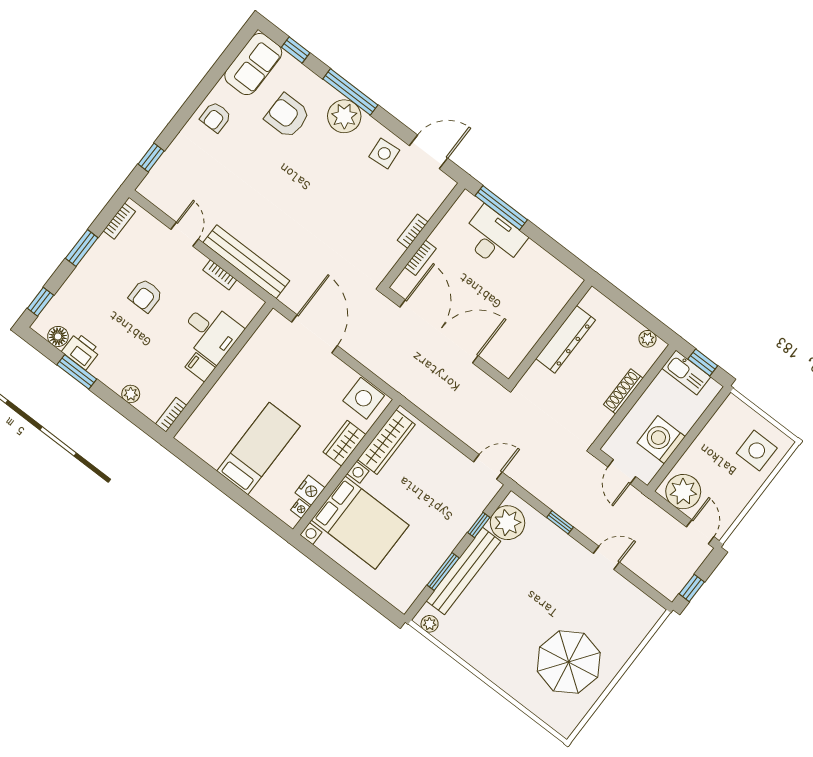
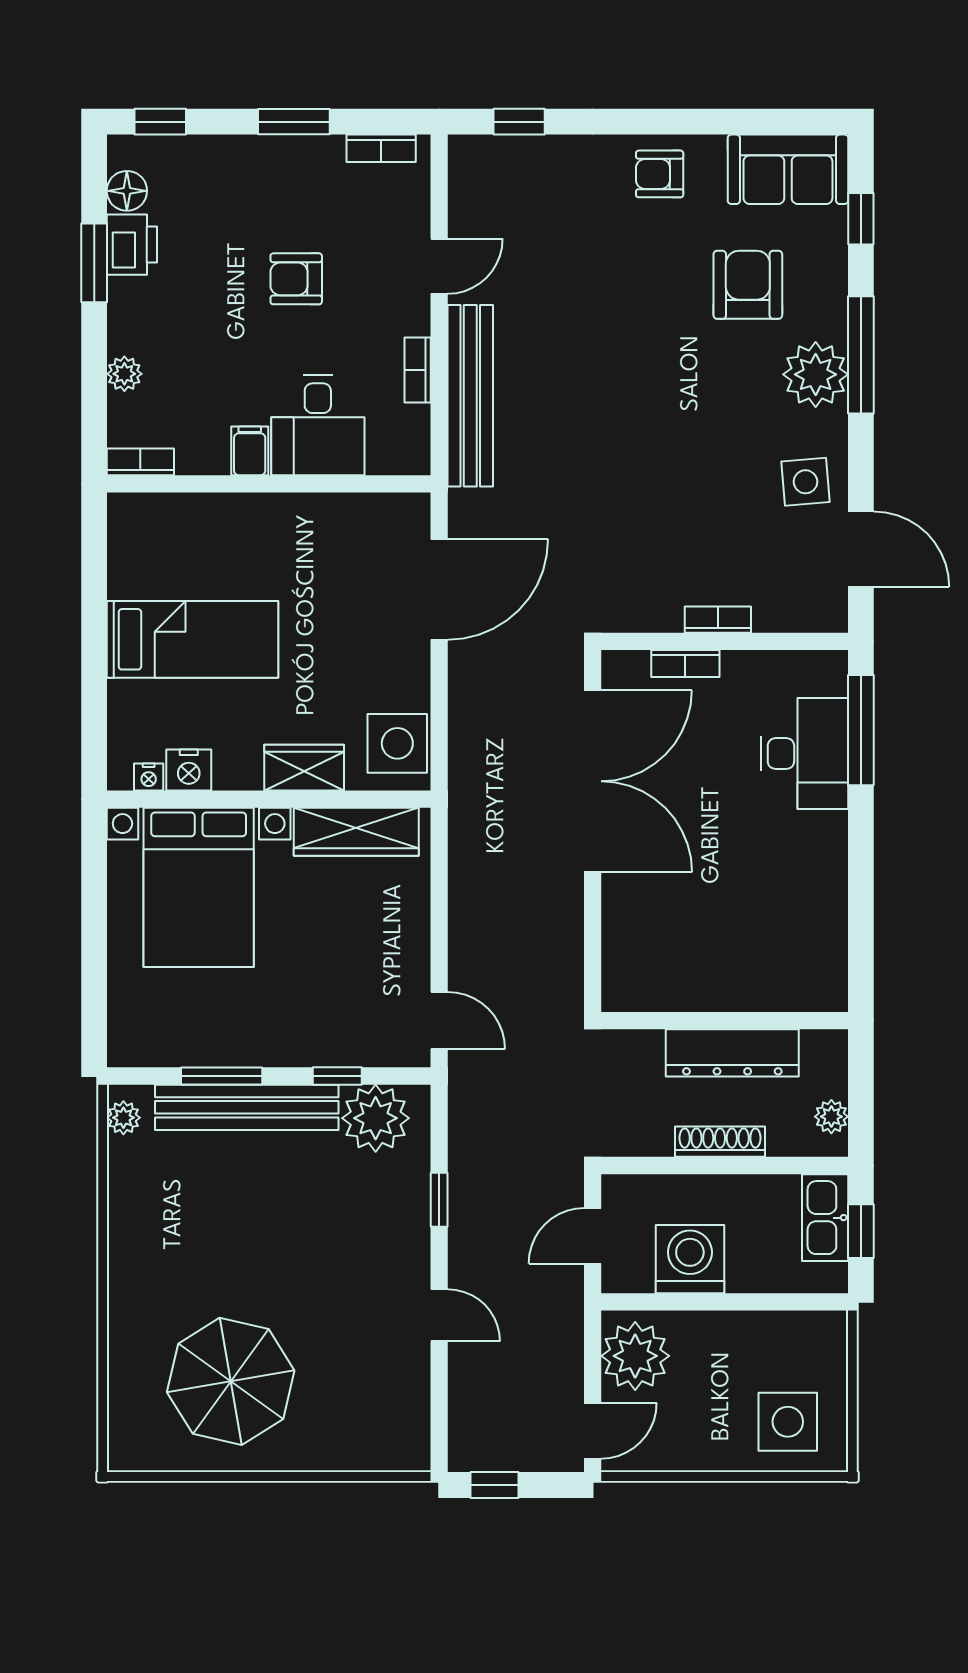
wall: (550, 332) -> (725, 1021), moved
dresser: (566, 339) -> (732, 1053), moved

